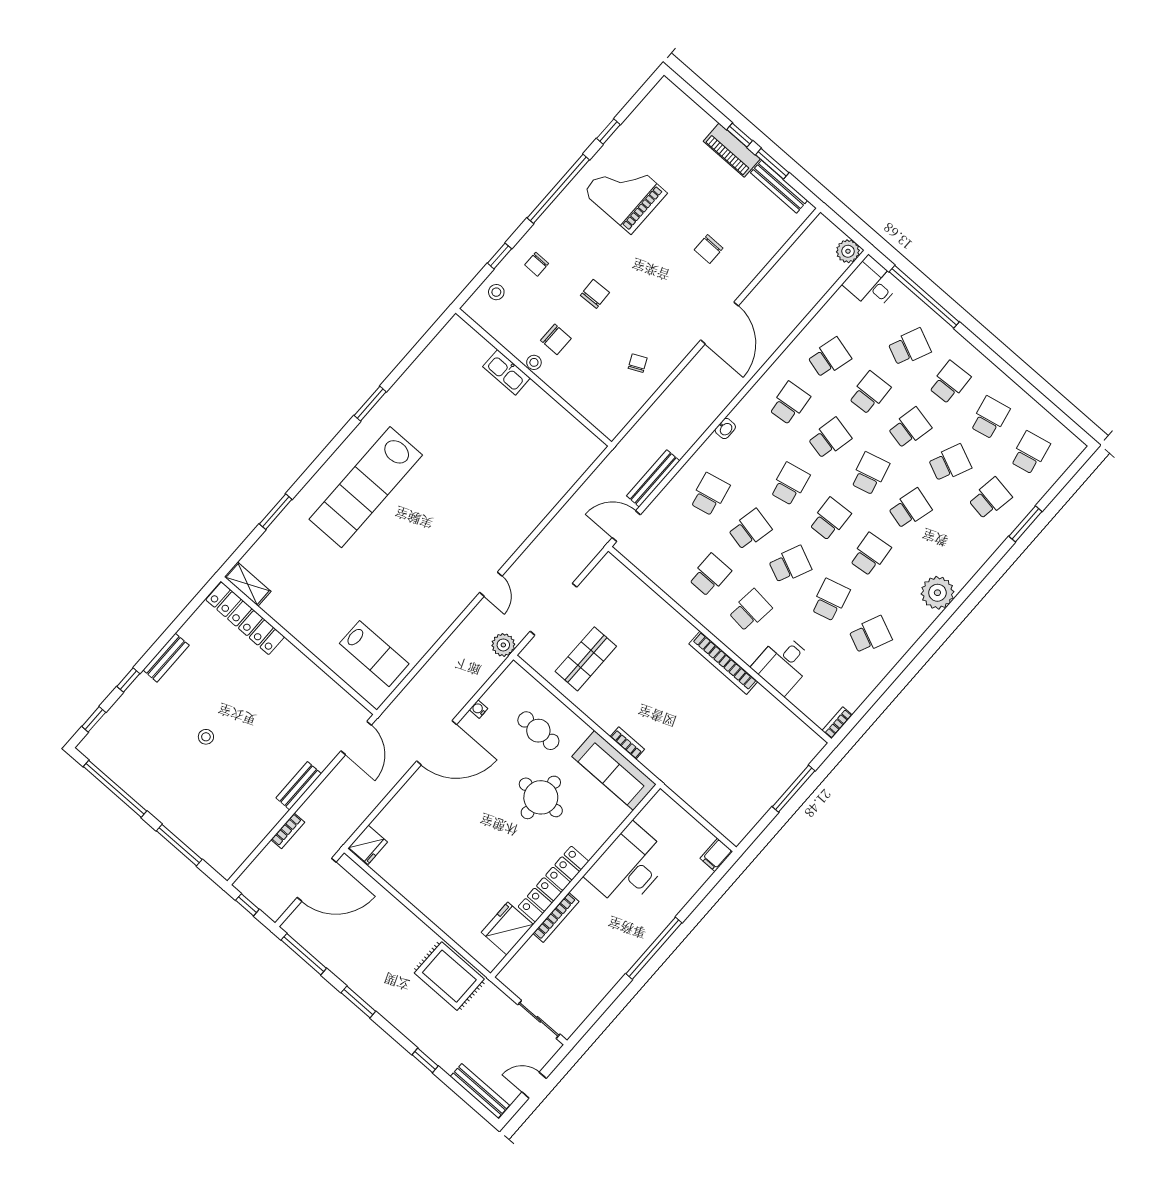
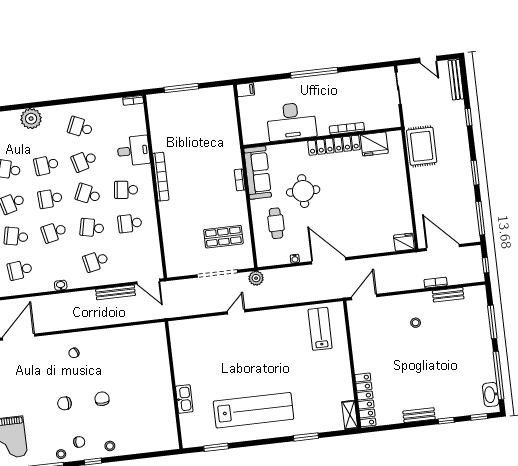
stool: (534, 362) -> (61, 454), moved
kitchen sink: (506, 372) -> (184, 399), moved
wall: (534, 377) -> (174, 385), moved
stool: (206, 737) -> (416, 323), moved
washbasin: (104, 758) -> (491, 395), added
bench: (299, 786) -> (448, 295), moved

